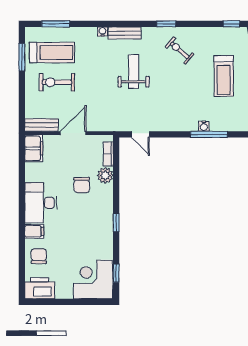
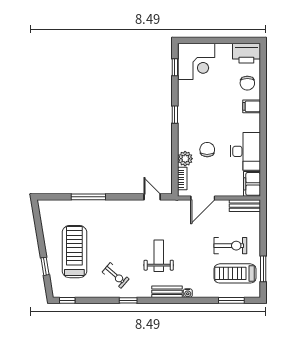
weight bench: (134, 72) -> (159, 256), turned 180
treadmill: (224, 76) -> (74, 252), width x1.37, depth x1.38
water cooler: (204, 126) -> (93, 205), removed
door: (73, 133) -> (203, 198), moved
desk: (41, 203) -> (245, 151), moved

